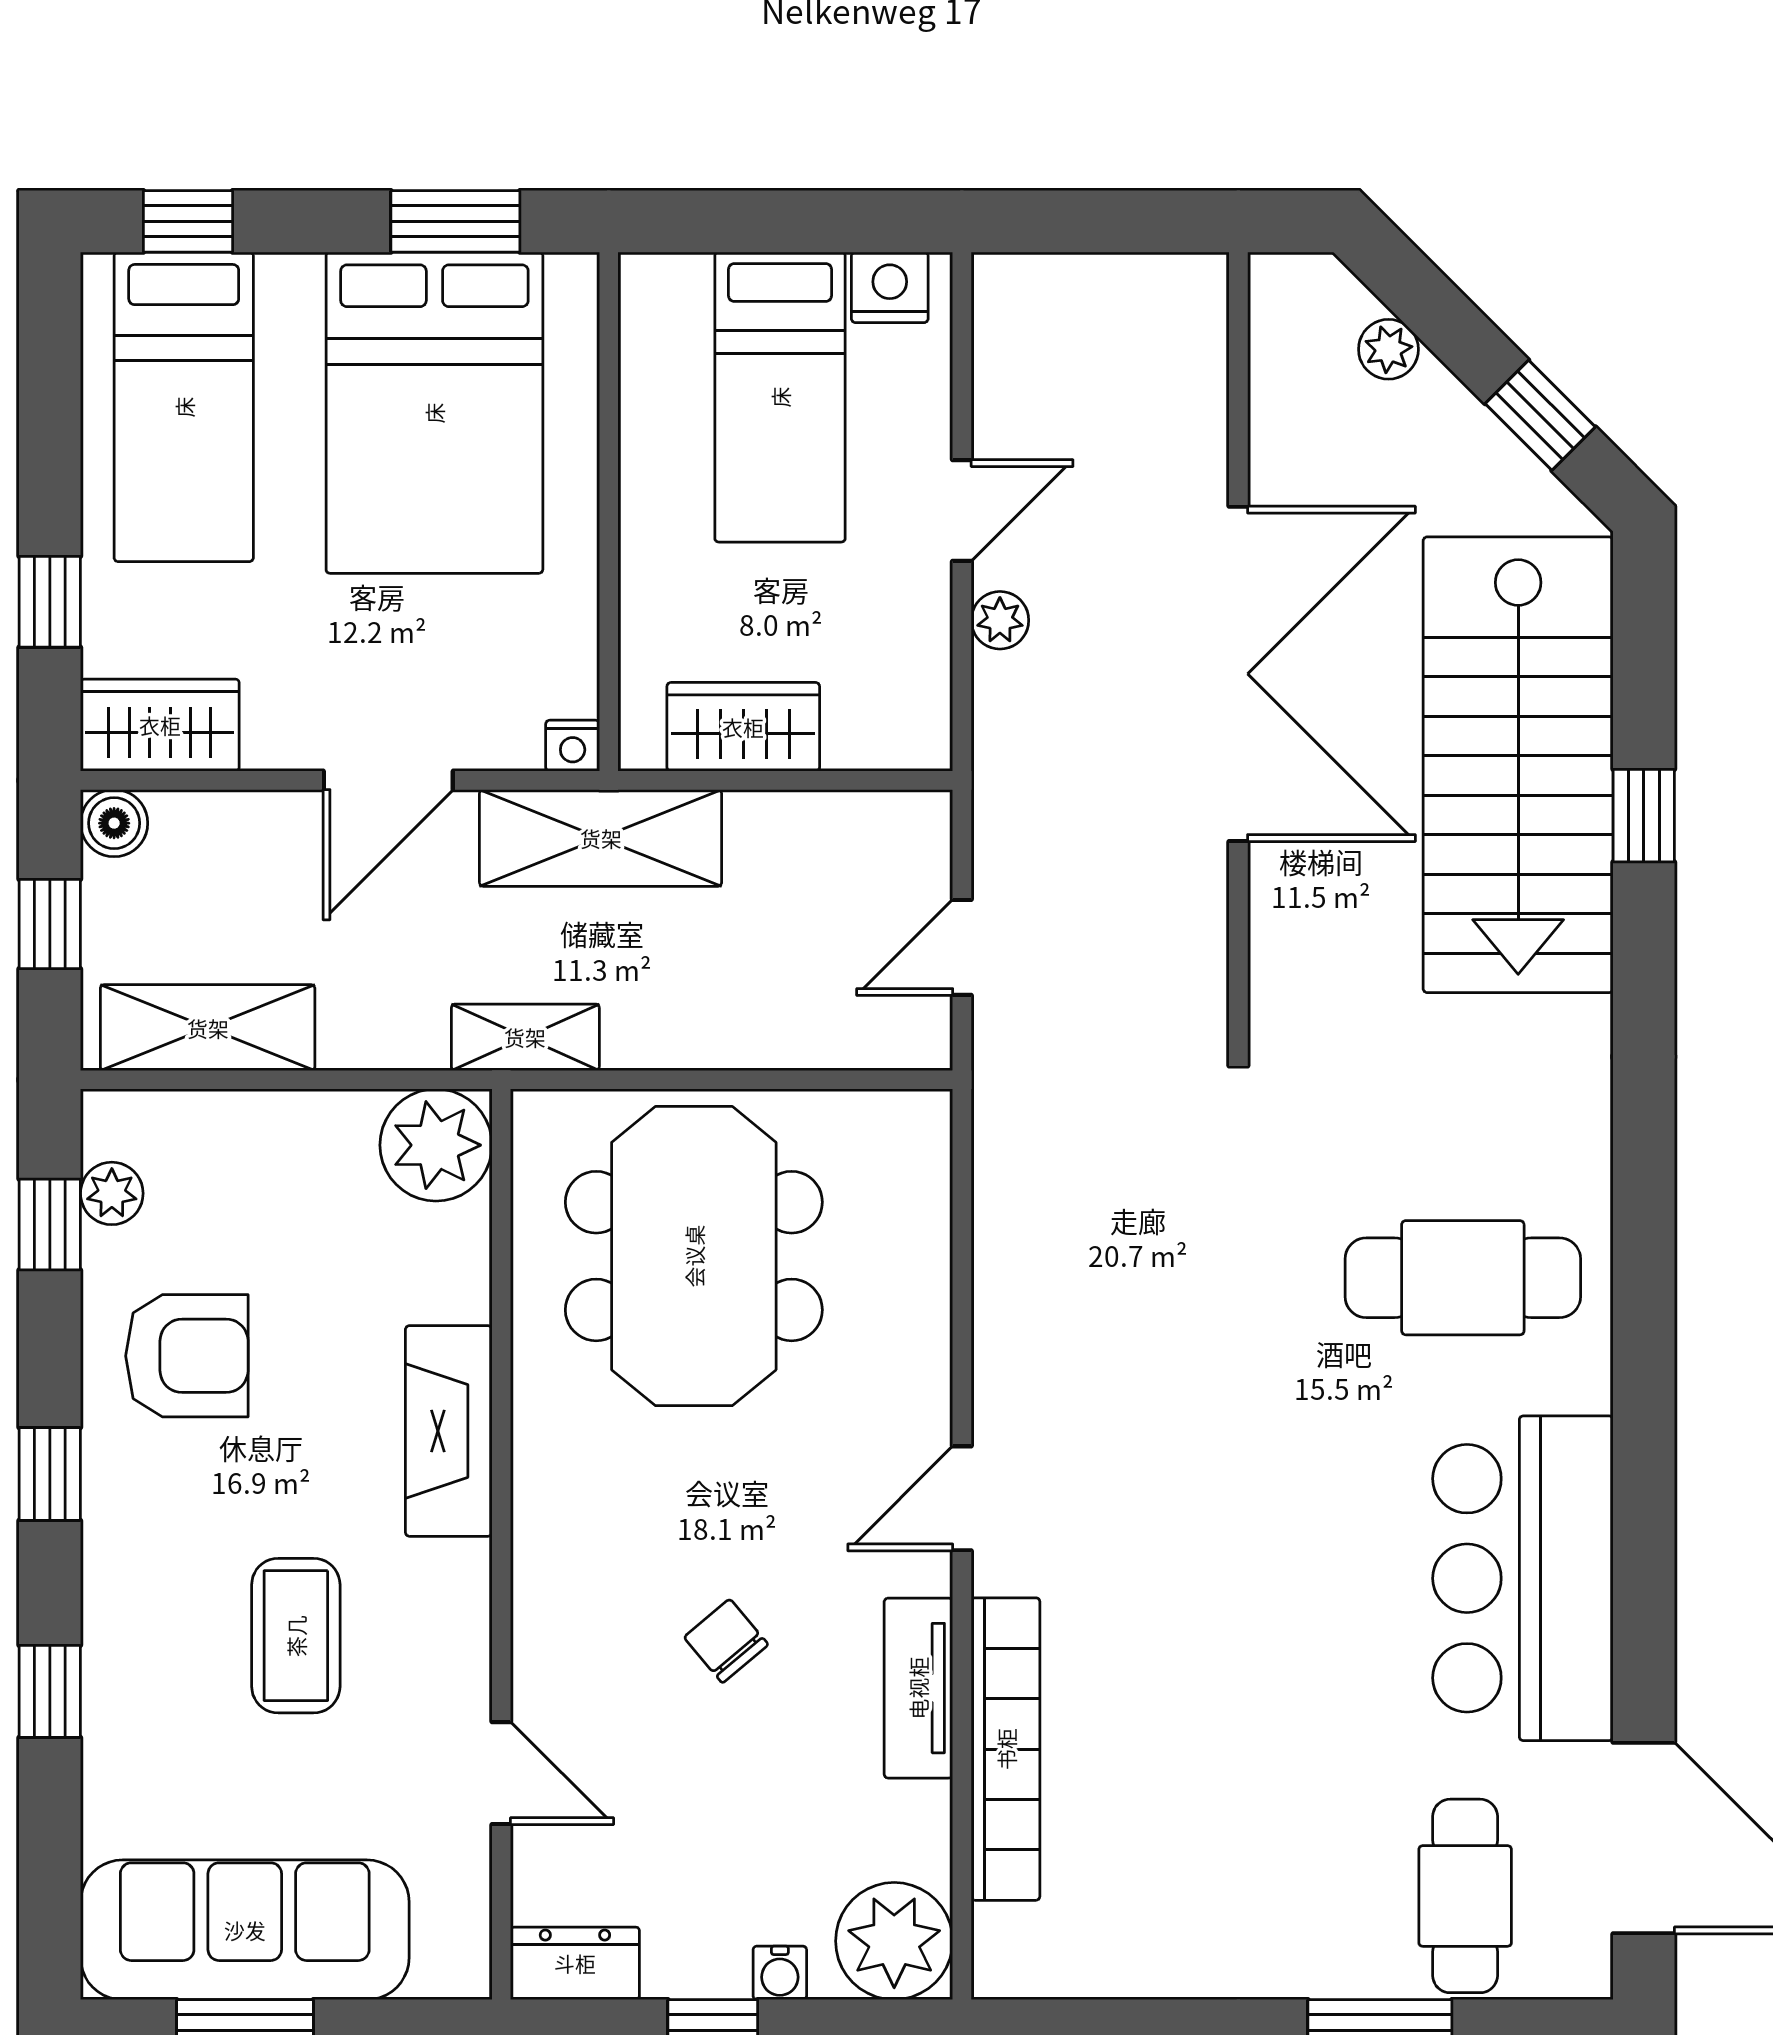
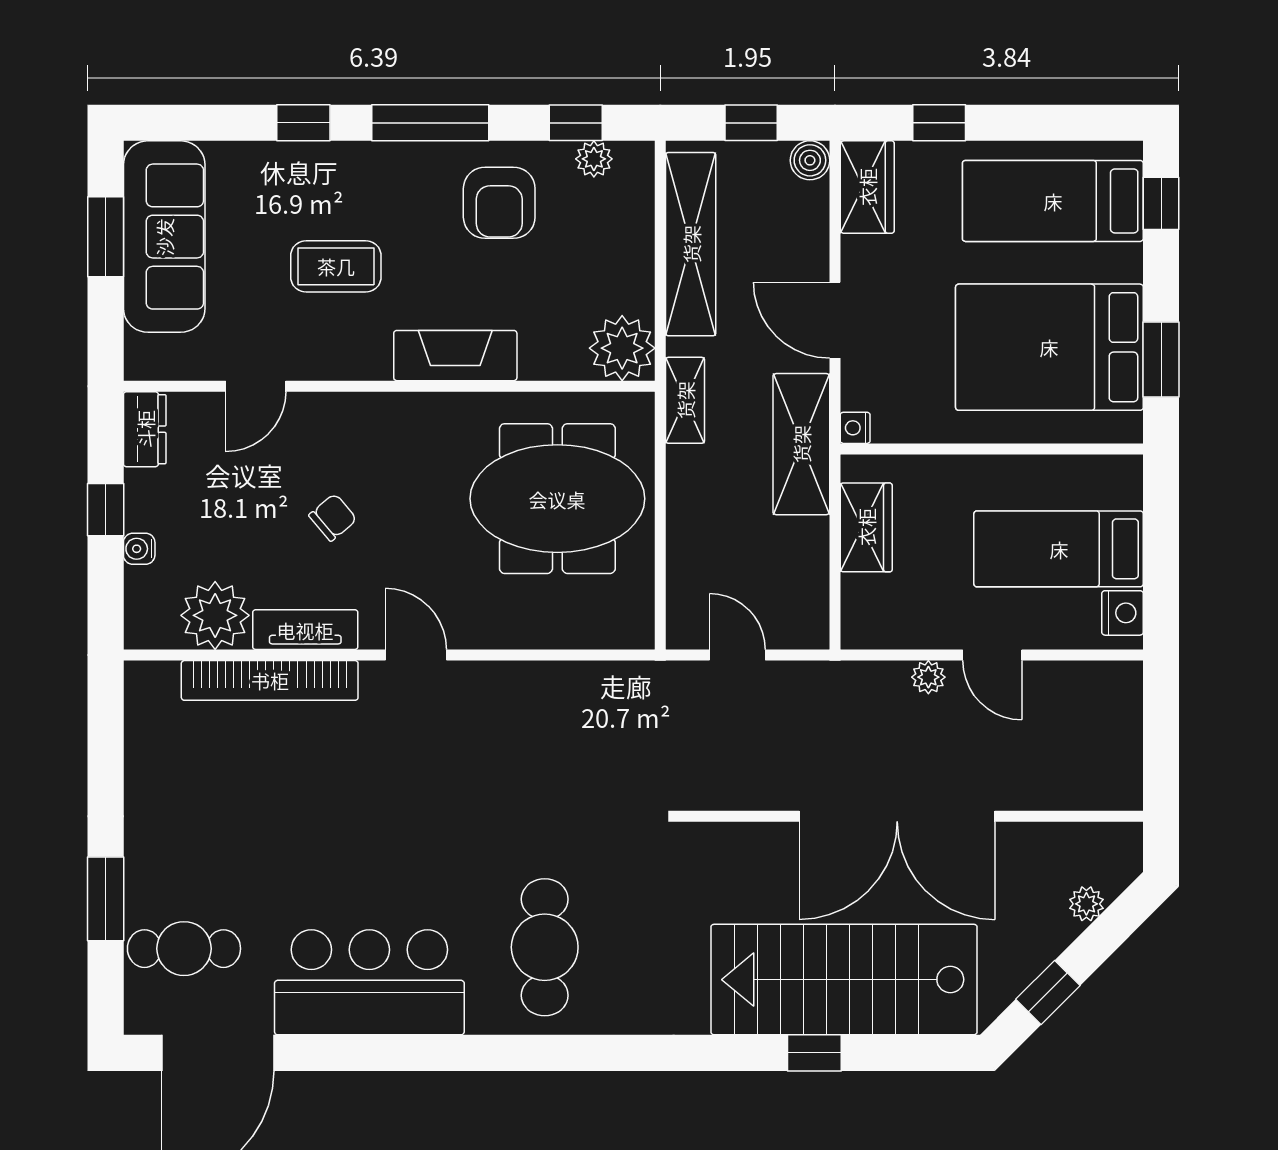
shelving: (208, 1028) -> (691, 244), width x1.47
window: (50, 1474) -> (430, 123), width x2.17
plant: (894, 1941) -> (215, 615), moved

